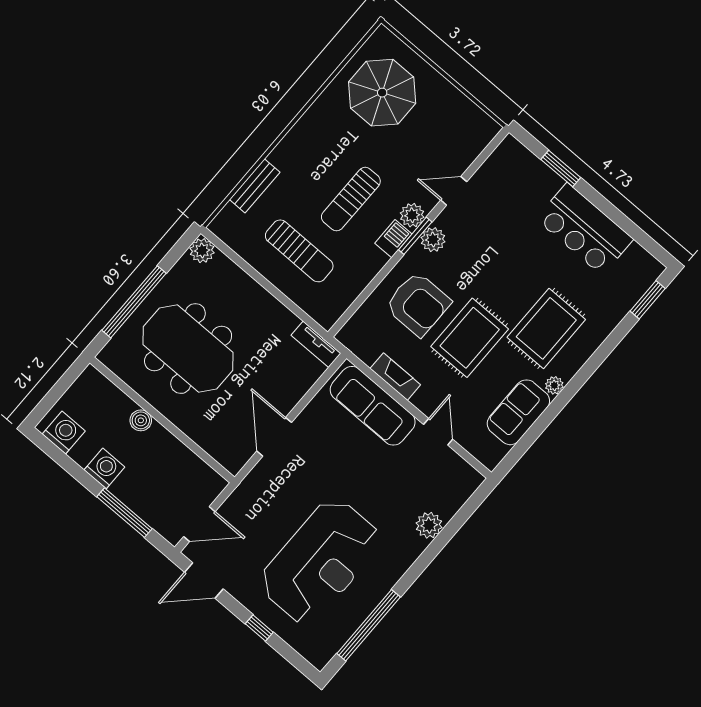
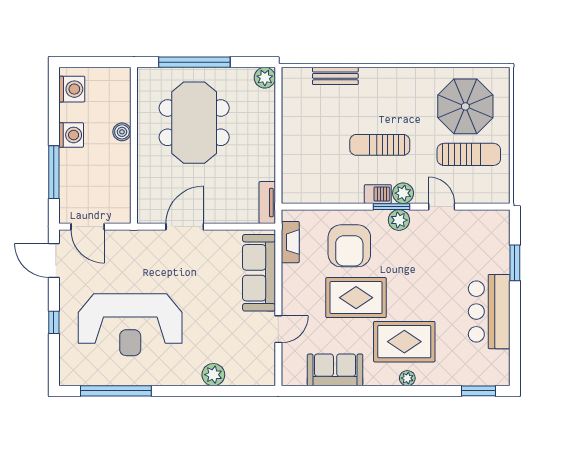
sun lounger: (299, 251) -> (469, 154), moved, turned -90
fireplace: (395, 377) -> (290, 242), moved
plant: (554, 385) -> (407, 378), moved

